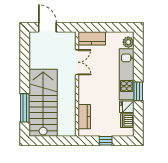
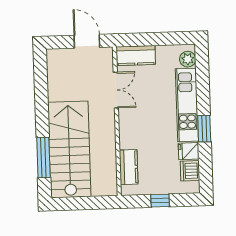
door: (47, 27) -> (87, 41), moved

